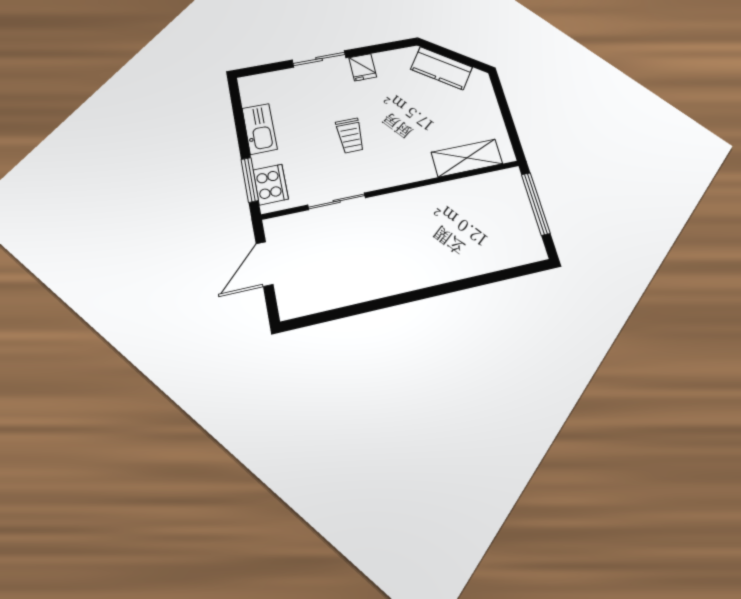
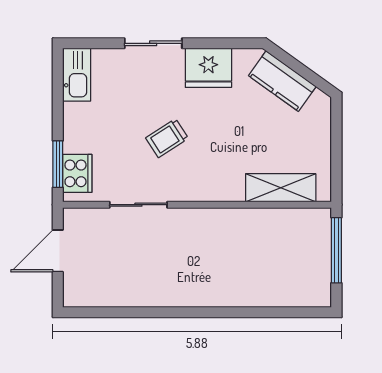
fridge: (363, 67) -> (208, 68), width x1.88, depth x1.34
kitchen sink: (260, 129) -> (77, 75), moved
trolley: (350, 136) -> (167, 138), turned 57

